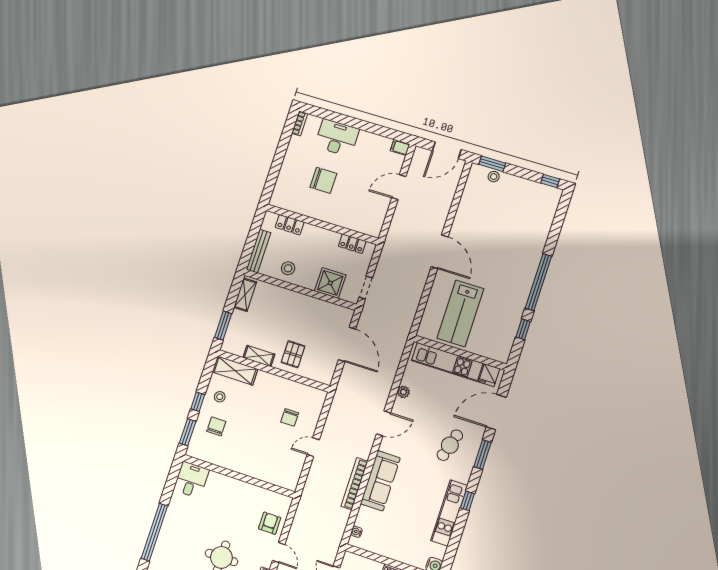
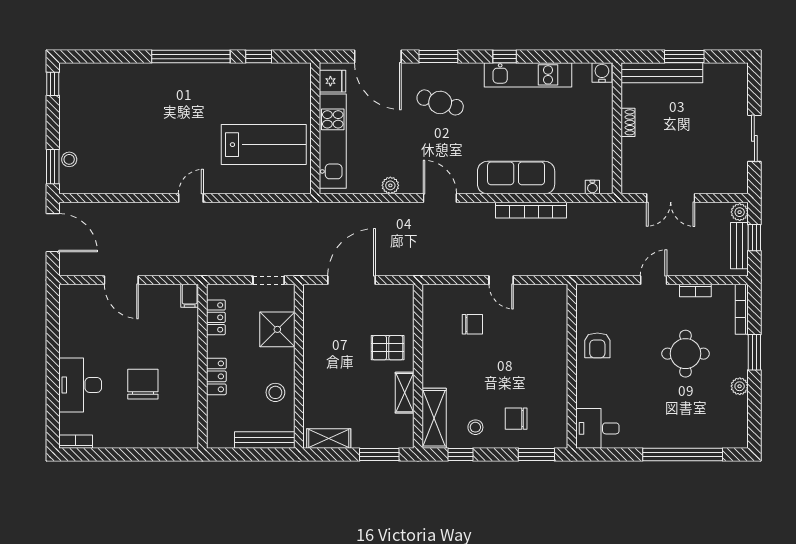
filing cabinet: (400, 147) -> (190, 296), moved
locker: (290, 225) -> (216, 376), moved
door: (440, 252) -> (191, 198), width x0.53
window: (198, 402) -> (460, 455), moved
armchair: (270, 523) -> (597, 345), moved, turned -90

